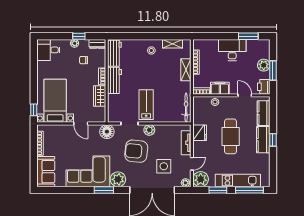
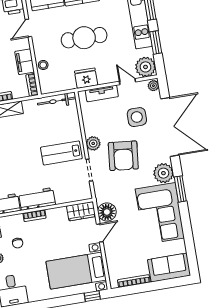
wardrobe: (100, 96) -> (81, 211), moved
floor lamp: (107, 132) -> (107, 212), moved

